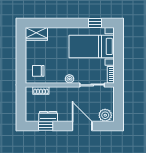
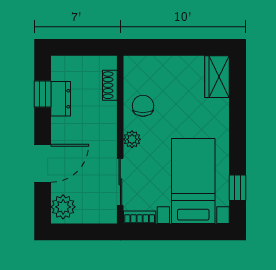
chair: (38, 71) -> (143, 106), moved

